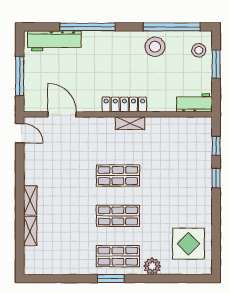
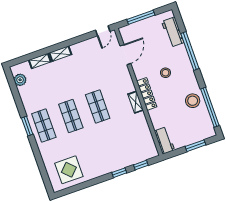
workbench: (54, 41) -> (173, 32), width x0.73
stool: (199, 50) -> (165, 73), moved
plant: (152, 266) -> (20, 80), moved

